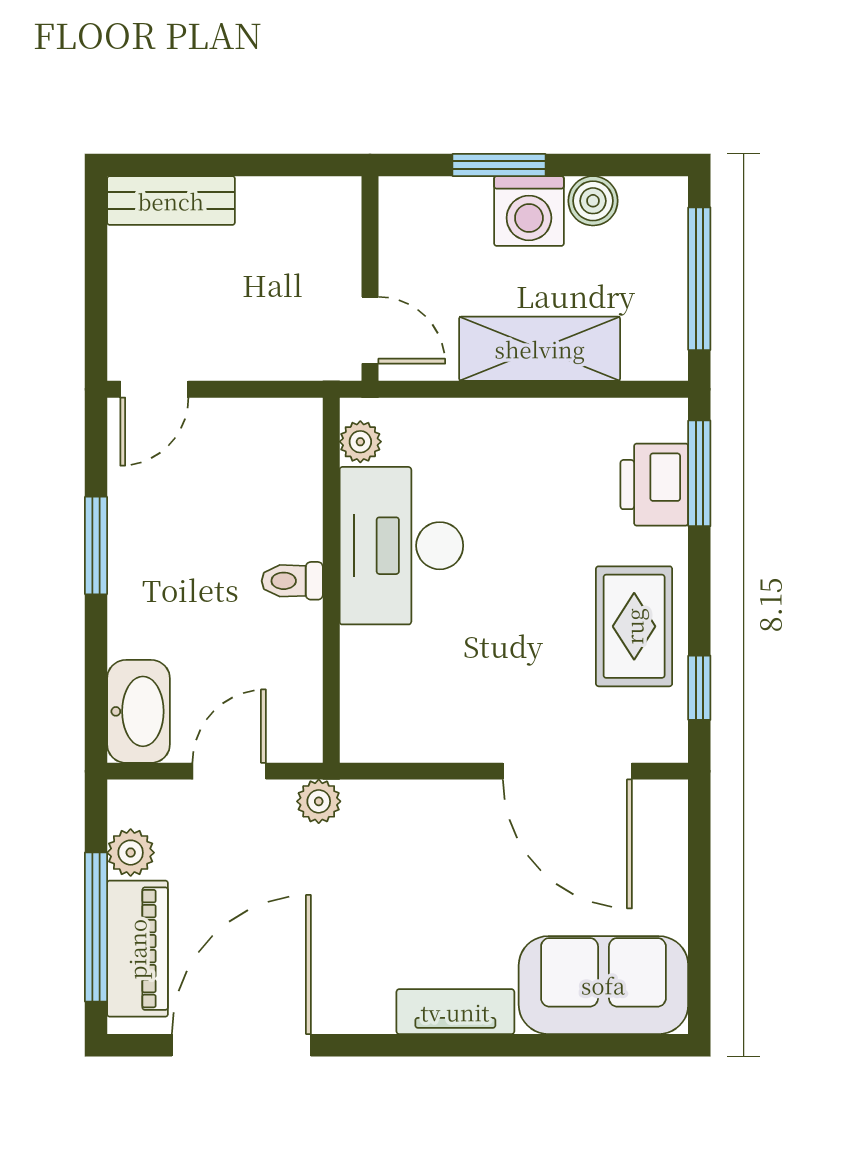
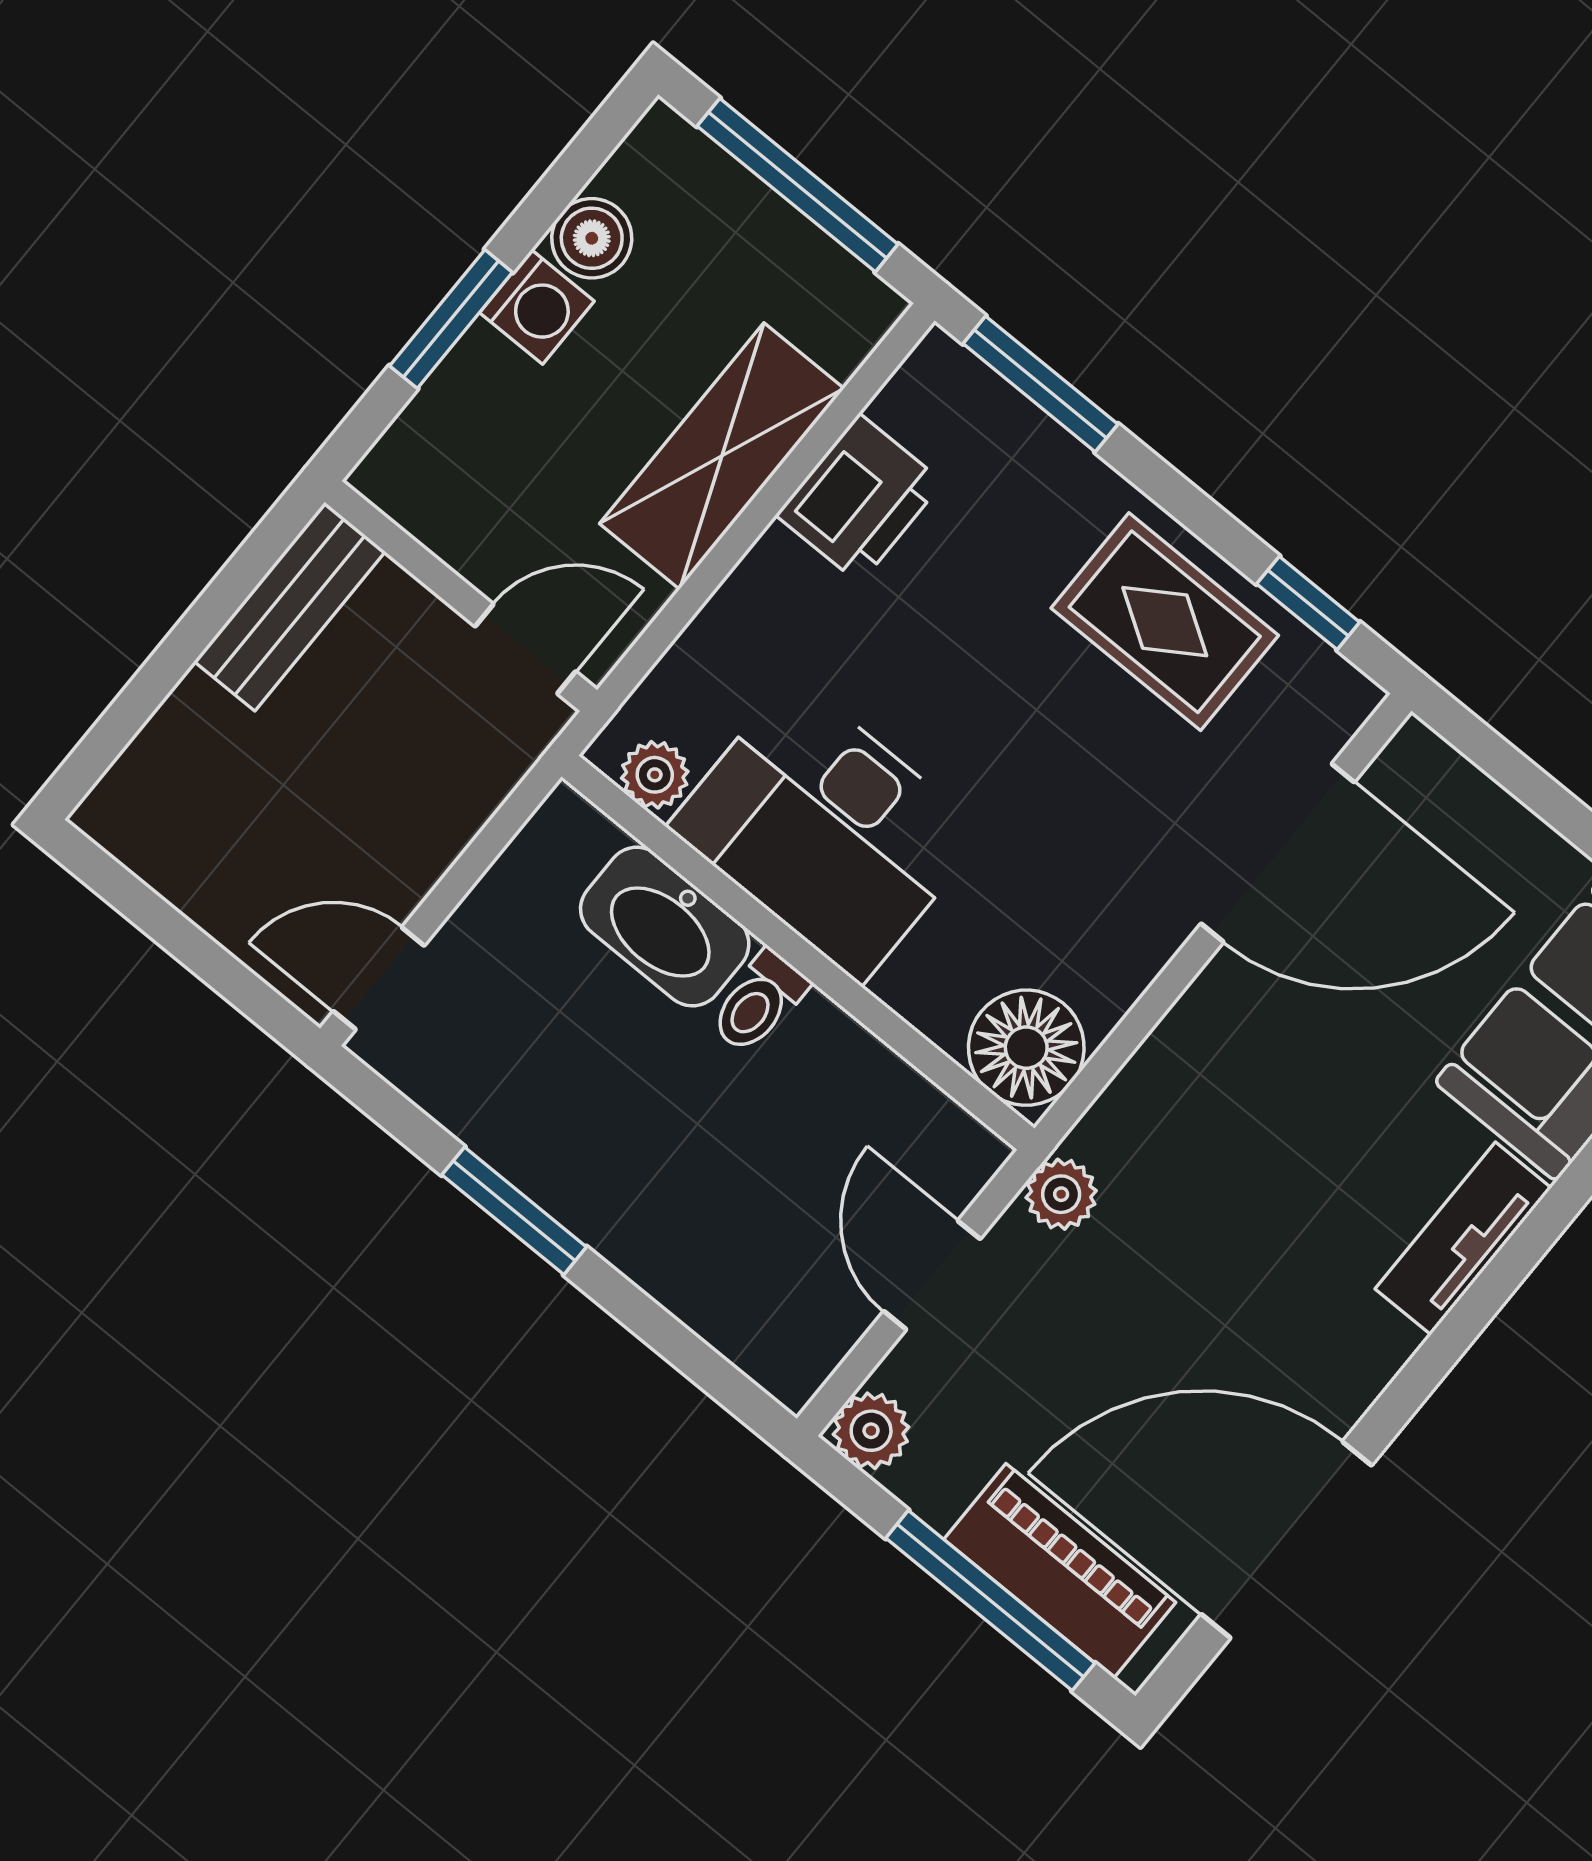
bench: (171, 201) -> (290, 607), moved
washing machine: (529, 211) -> (537, 307), width x0.73, depth x0.73
door: (154, 389) -> (379, 978), swing flipped
printer: (654, 485) -> (859, 499), moved, turned -90
washbasin: (138, 711) -> (665, 927), moved, turned 180
floor lamp: (375, 727) -> (1026, 1048), added
plant: (131, 853) -> (871, 1431), moved
door: (241, 1045) -> (1286, 1540), hinge flipped

